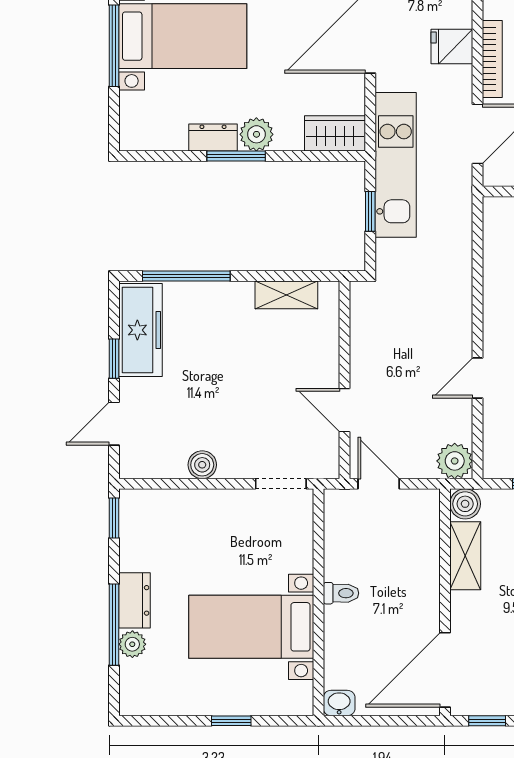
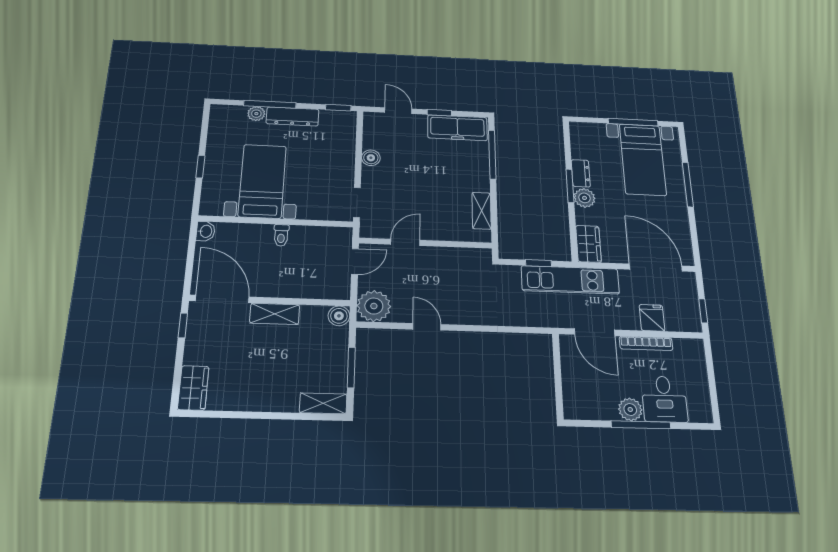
plant: (455, 461) -> (374, 306), width x1.36, depth x1.36
shelving: (465, 556) -> (275, 314), moved
dresser: (134, 600) -> (293, 117), width x1.44

